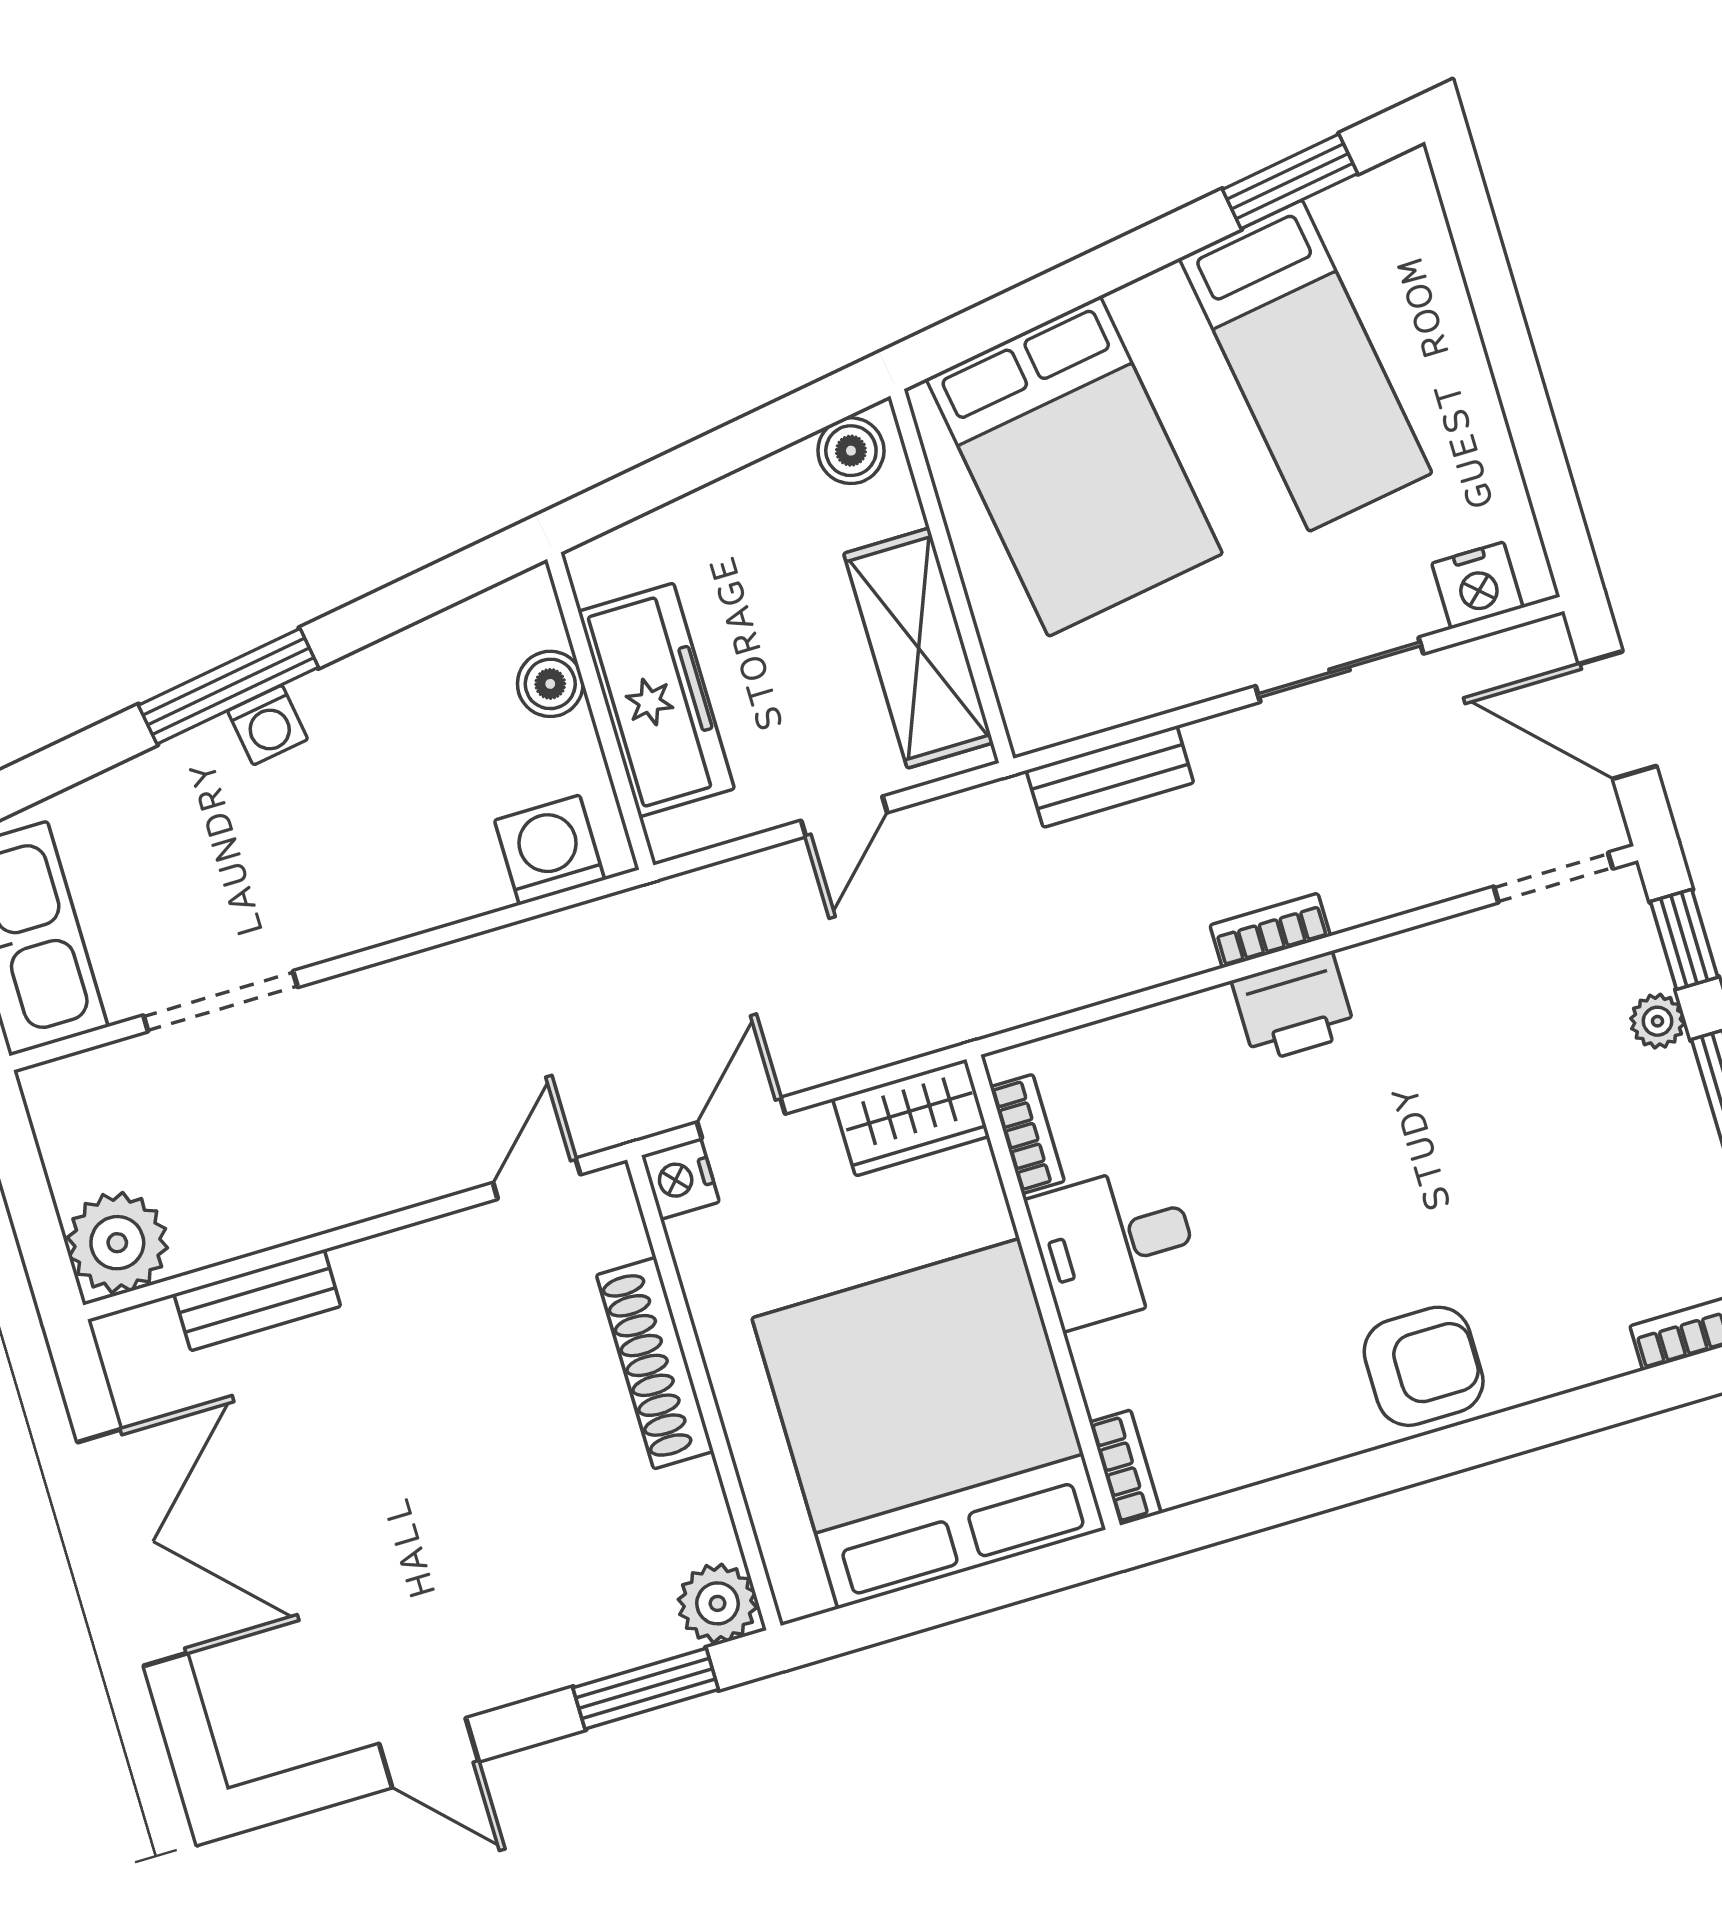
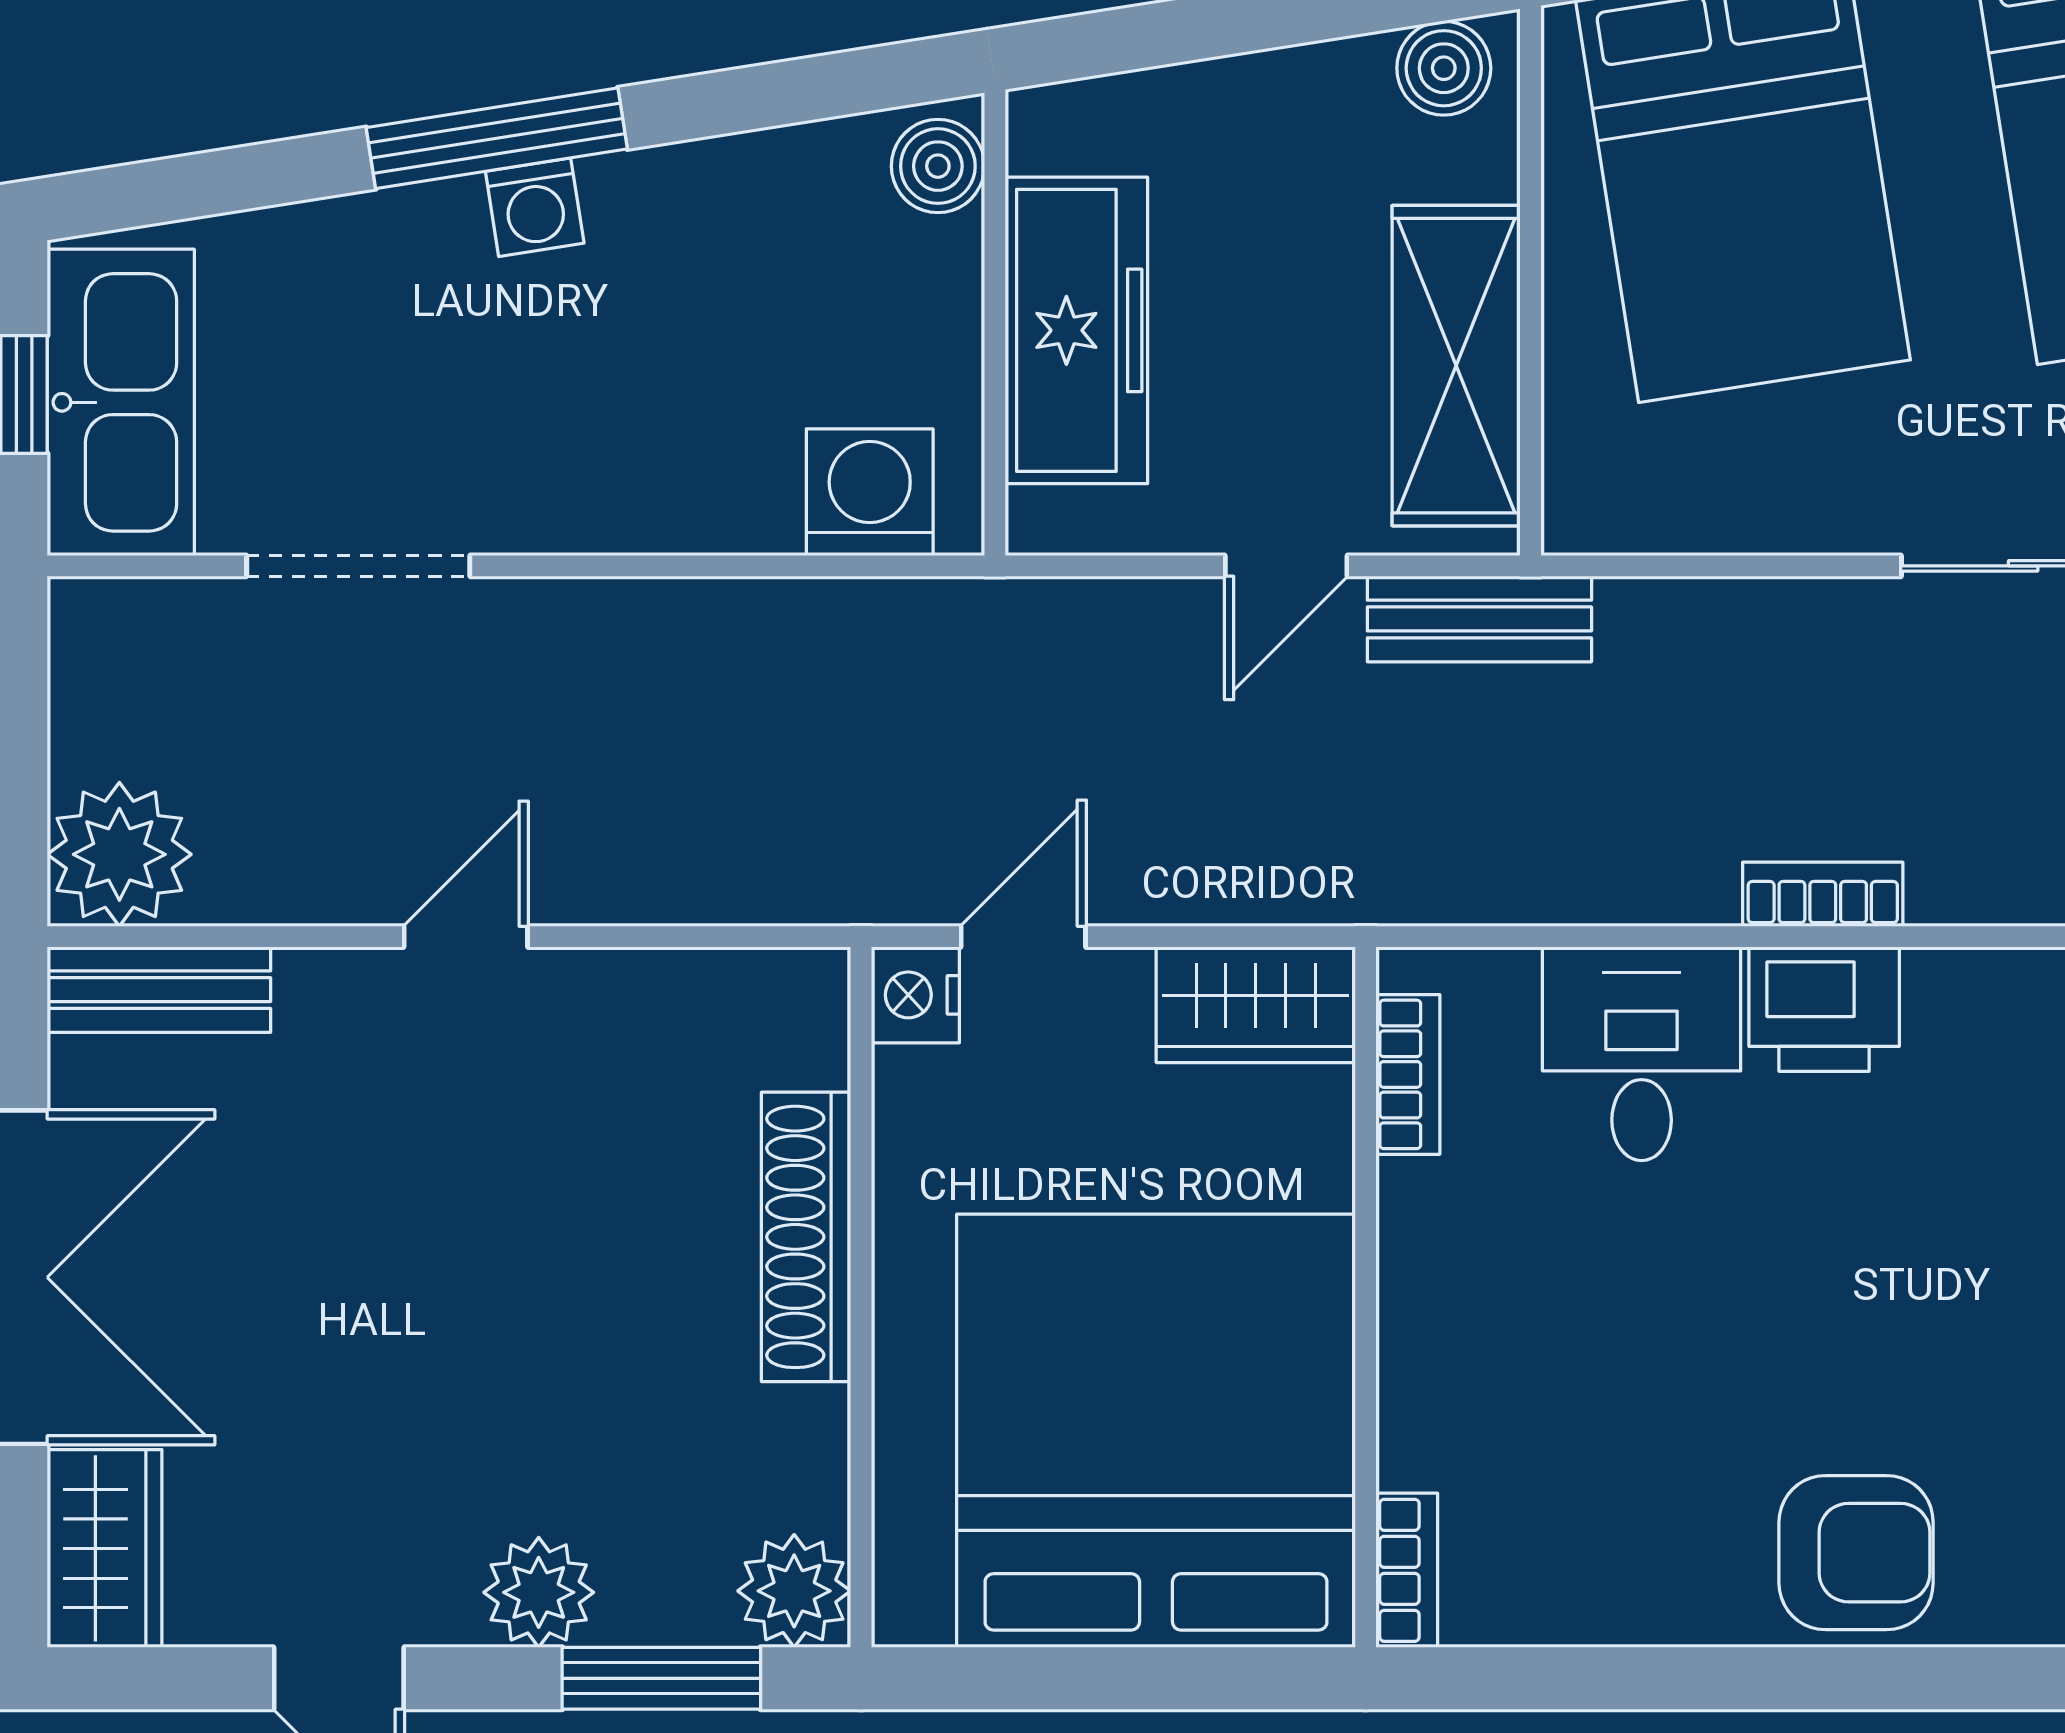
boiler: (550, 684) -> (938, 166), moved
bench: (1110, 777) -> (1479, 619), moved
door: (537, 1179) -> (466, 937), moved
desk: (1115, 1245) -> (1642, 1054), moved, turned 90
bench: (257, 1300) -> (159, 990), moved
plant: (546, 1655) -> (539, 1592), added
wardrobe: (246, 1712) -> (105, 1548), added

